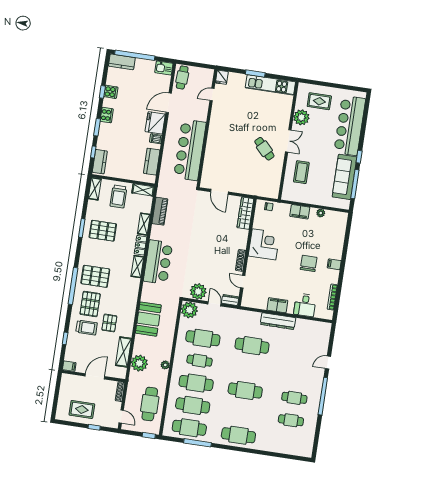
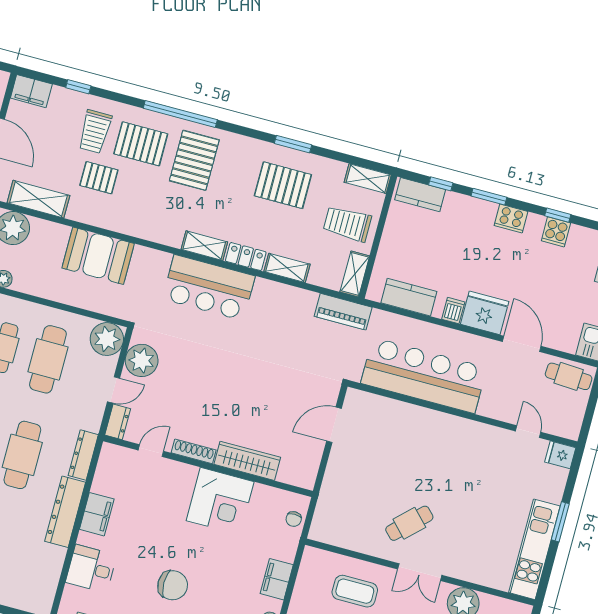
piano: (160, 211) -> (343, 312), moved
wardrobe: (245, 213) -> (247, 461), moved
pallet: (103, 231) -> (283, 185), turned 90
dresser: (249, 315) -> (83, 455), added
filing cabinet: (69, 366) -> (31, 91), width x2.00

